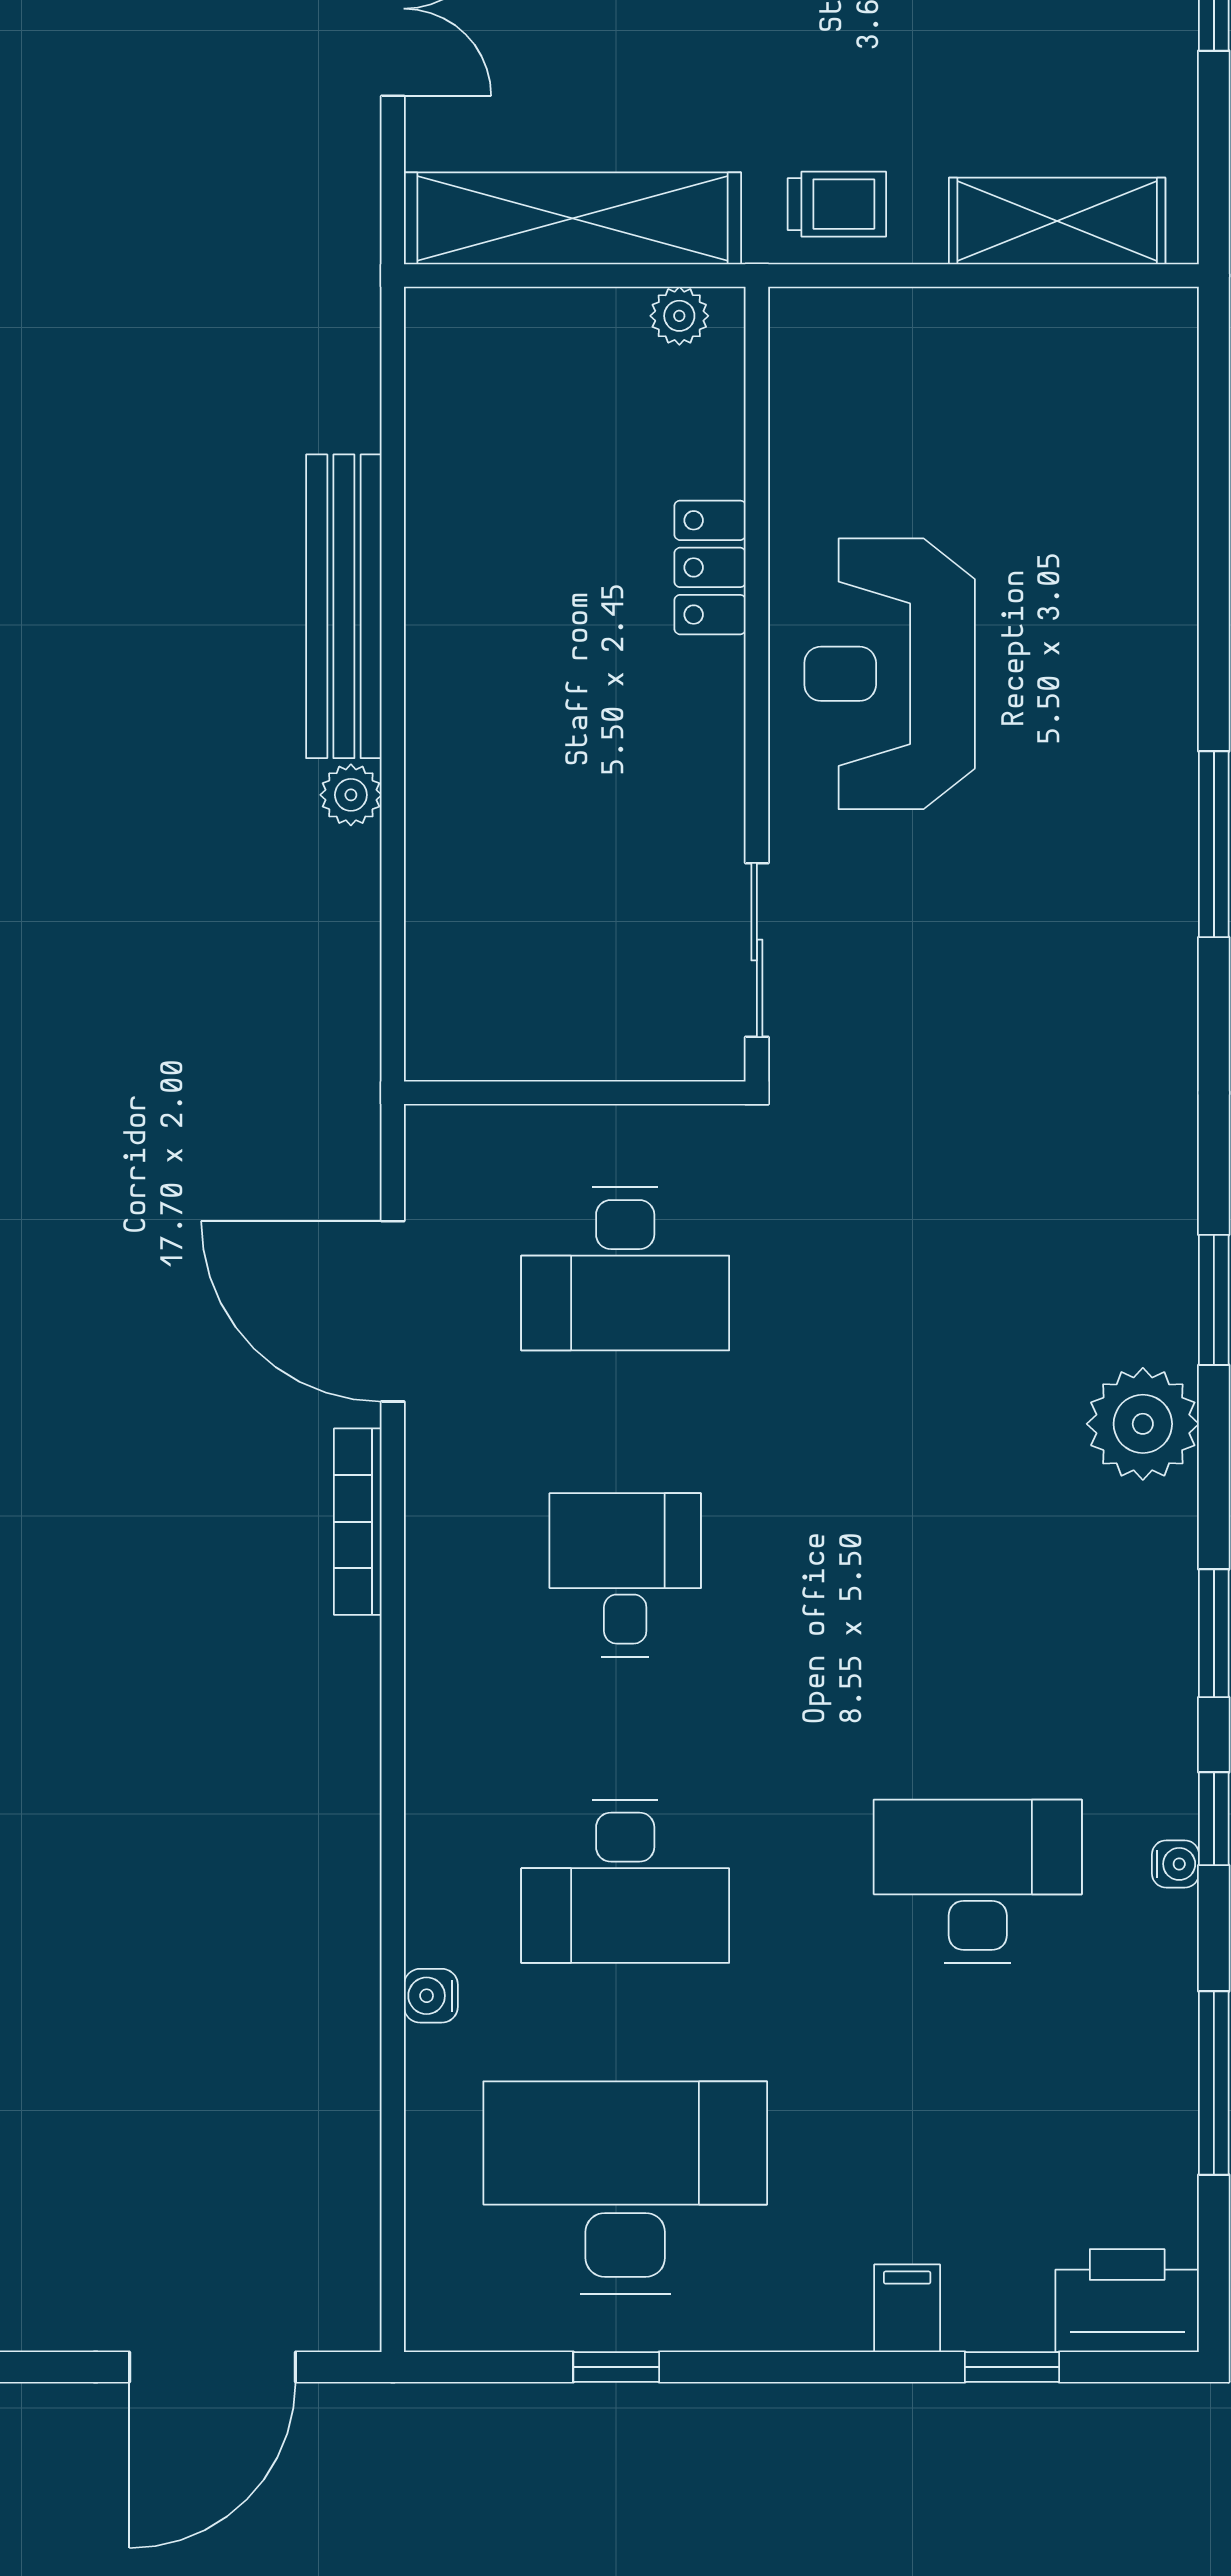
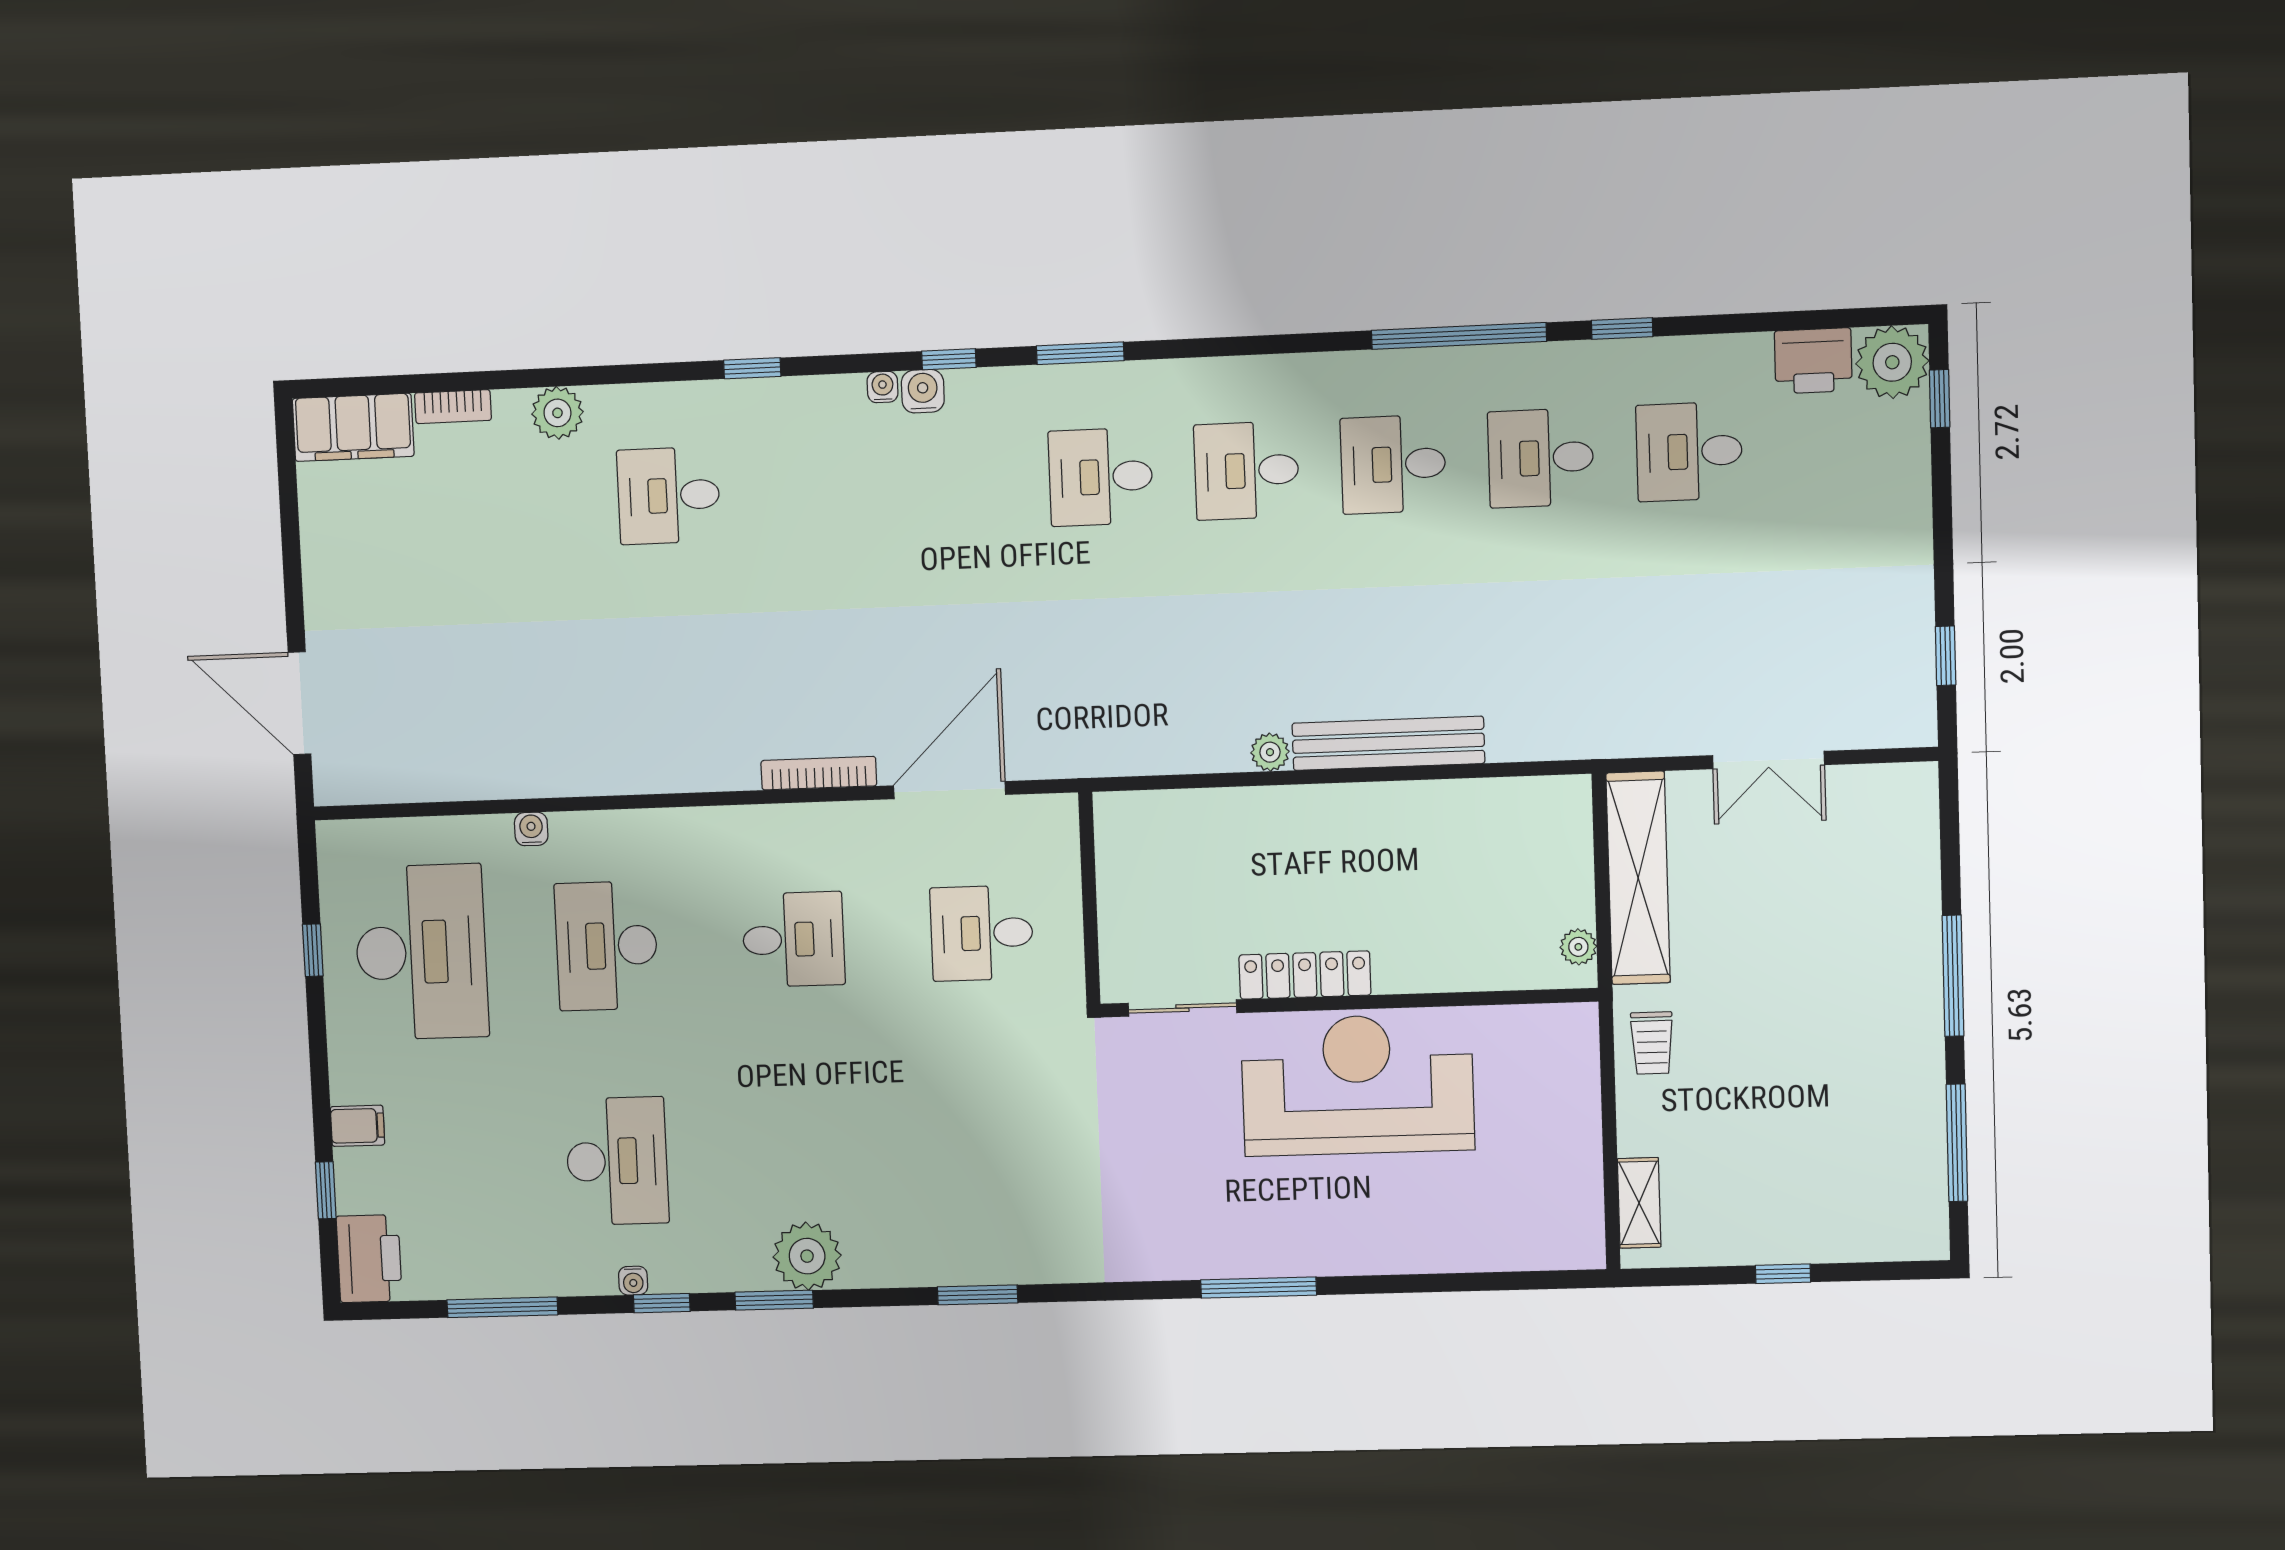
shelving: (1057, 221) -> (1639, 1203), width x0.67, depth x0.75
locker: (710, 567) -> (1305, 975), moved, width x1.53
reception desk: (890, 674) -> (1358, 1085), width x1.36, depth x1.30
desk: (625, 1269) -> (982, 933), width x0.73
plant: (1143, 1424) -> (807, 1256), moved

